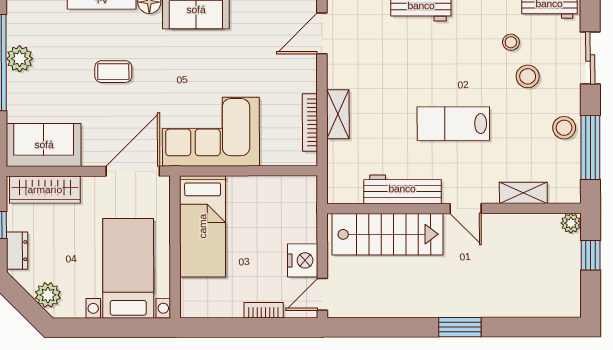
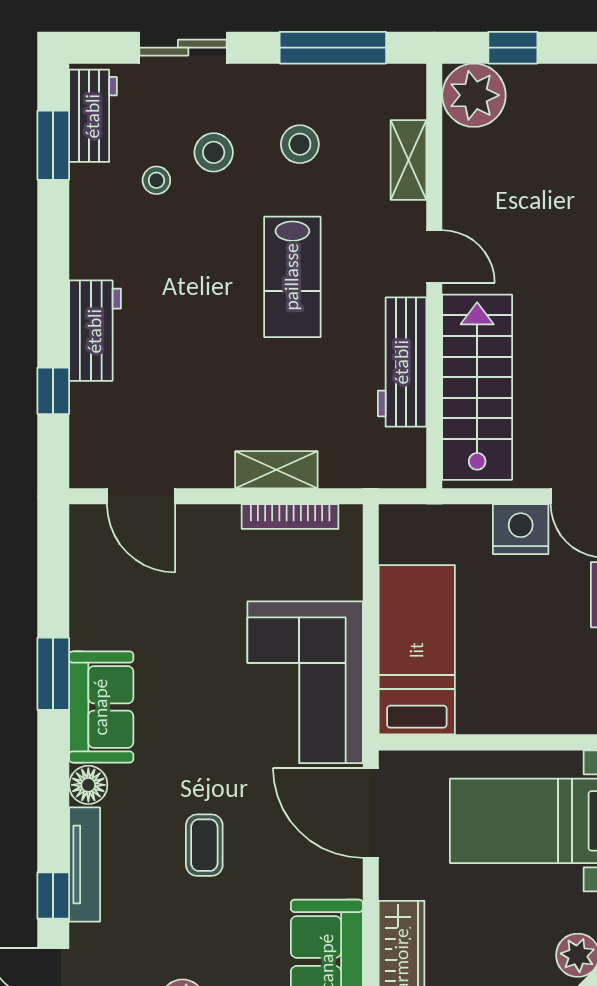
stool: (564, 128) -> (300, 144), moved
door: (466, 208) -> (434, 256), hinge flipped
plant: (571, 223) -> (474, 95), width x1.88, depth x1.88
bed: (203, 226) -> (417, 650), moved, turned -90

